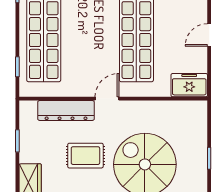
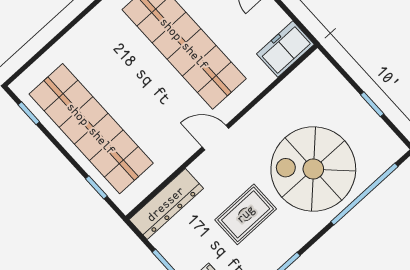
door: (107, 99) -> (215, 138), hinge flipped
dresser: (66, 110) -> (166, 204), moved

